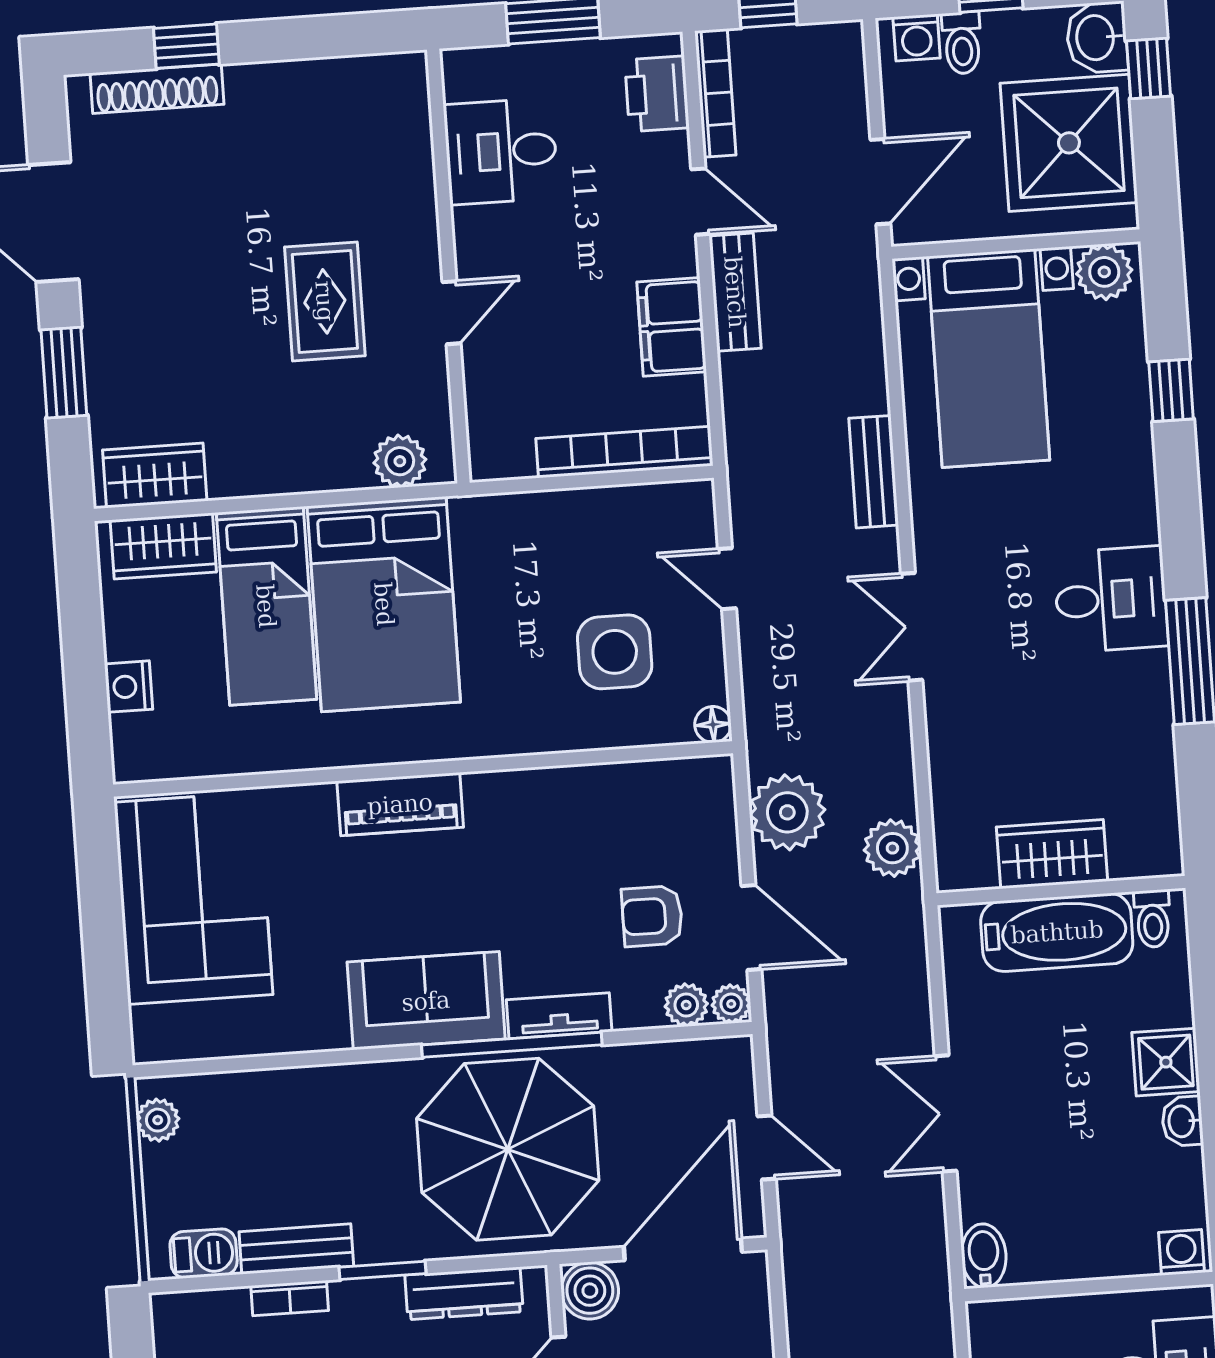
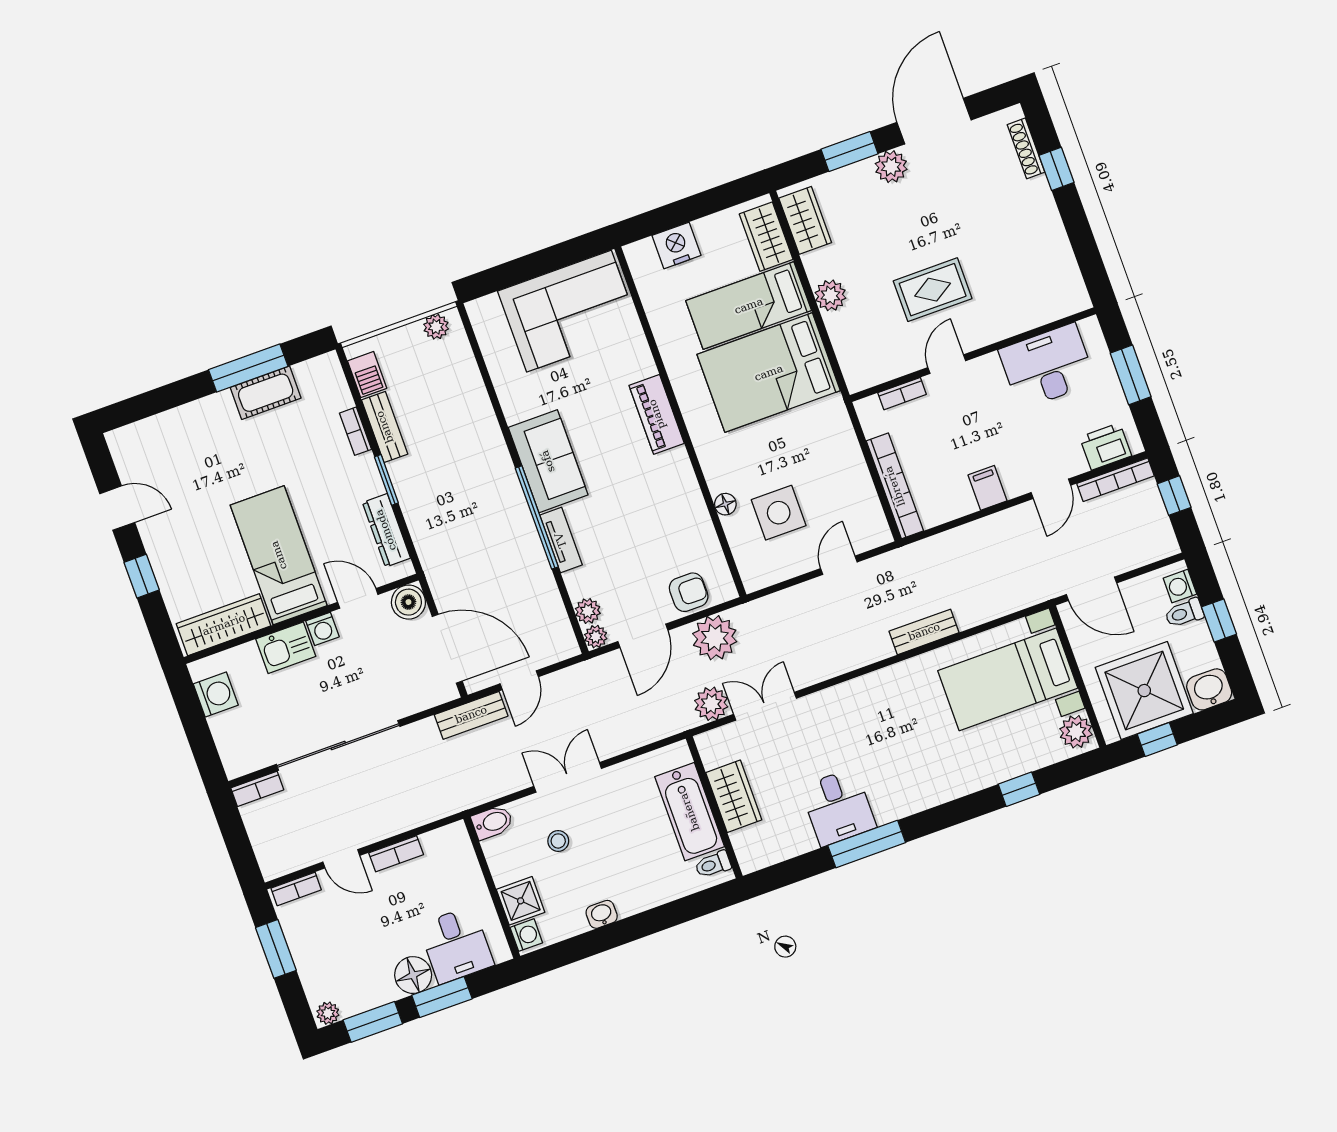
window: (1149, 69) -> (1157, 739), moved
shoe rack: (157, 89) -> (1026, 148), width x0.74, depth x0.81
desk: (501, 151) -> (1047, 366), width x1.37
bench: (735, 292) -> (471, 715), moved
plant: (107, 312) -> (891, 167), added
door: (452, 313) -> (947, 364), swing flipped
filing cabinet: (672, 327) -> (988, 488), width x0.50
bookcase: (479, 398) -> (902, 394), added
plant: (400, 461) -> (830, 295), moved
desk: (1111, 599) -> (838, 807), moved
double door: (912, 627) -> (765, 706), moved
nightstand: (128, 687) -> (676, 245), width x1.36, depth x1.33
floor lamp: (713, 725) -> (725, 504), moved
armchair: (652, 916) -> (689, 592), moved, turned 90
shower: (1166, 1062) -> (521, 901), moved
parasol: (508, 1149) -> (476, 532), removed
stool: (1044, 1158) -> (558, 841), added

